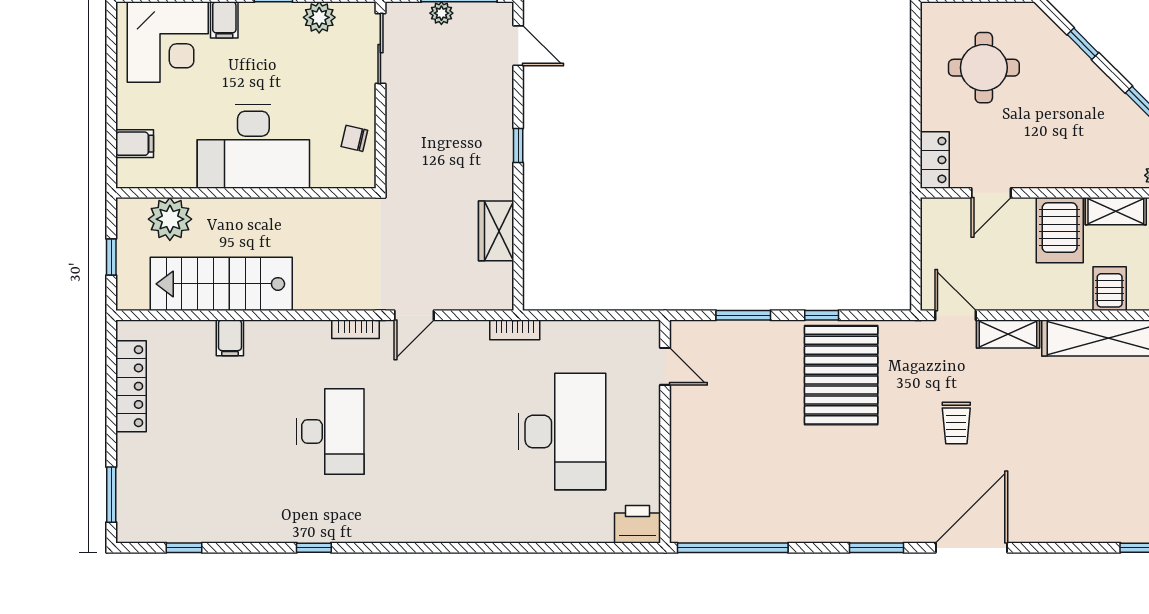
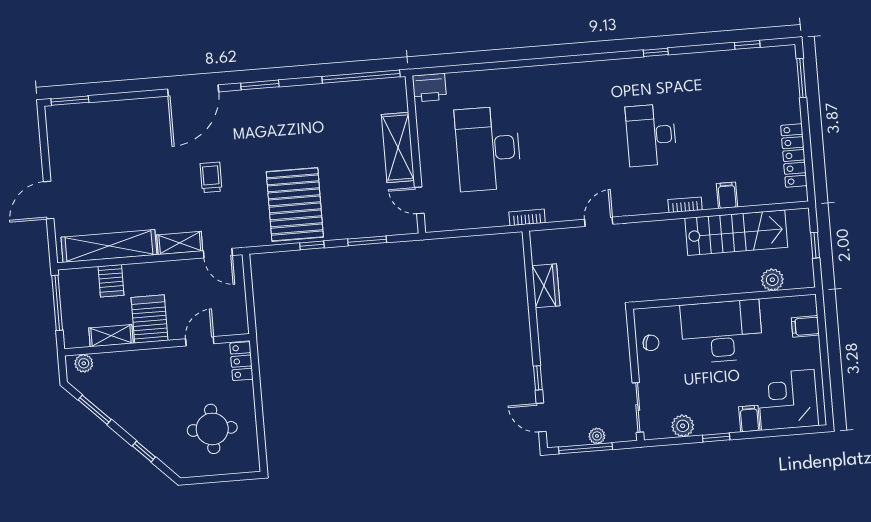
window: (518, 146) -> (538, 378), moved
plant: (170, 219) -> (772, 280), width x0.73, depth x0.73
bookcase: (355, 329) -> (685, 205), moved
shelving: (689, 443) -> (398, 148), added

